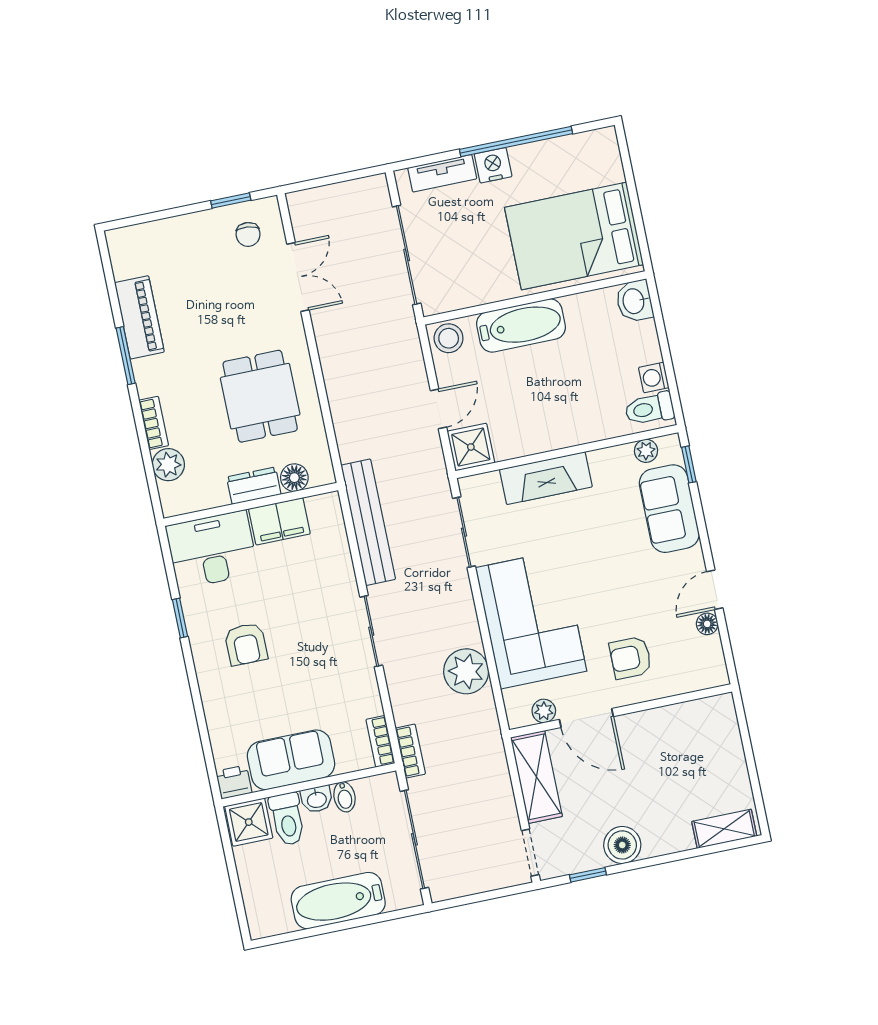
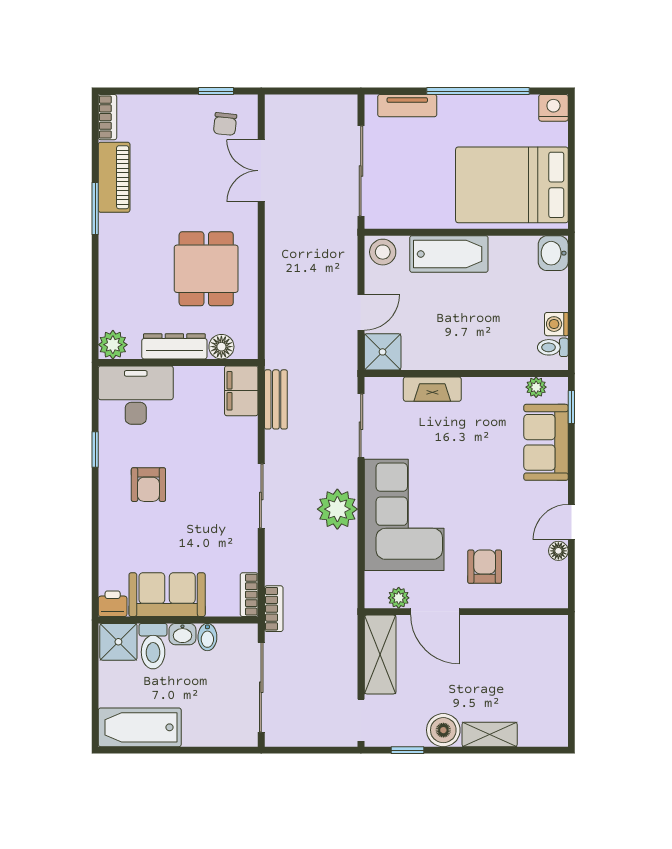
nightstand: (493, 165) -> (553, 108), moved
double door: (298, 277) -> (261, 171), swing flipped
toilet: (650, 409) -> (553, 347), width x0.73, depth x0.72
bookcase: (154, 423) -> (108, 117), moved
plant: (168, 465) -> (113, 345), moved
fireplace: (546, 478) -> (432, 389), width x0.73, depth x0.76
dresser: (254, 486) -> (174, 346), width x1.44
filing cabinet: (279, 521) -> (241, 391), moved, turned 90
bench: (368, 522) -> (276, 399), width x0.54, depth x0.82
armchair: (630, 658) -> (485, 567), turned 90
plant: (466, 671) -> (337, 509), moved
shelving: (724, 829) -> (490, 734), moved
bathtub: (338, 901) -> (140, 727), moved

